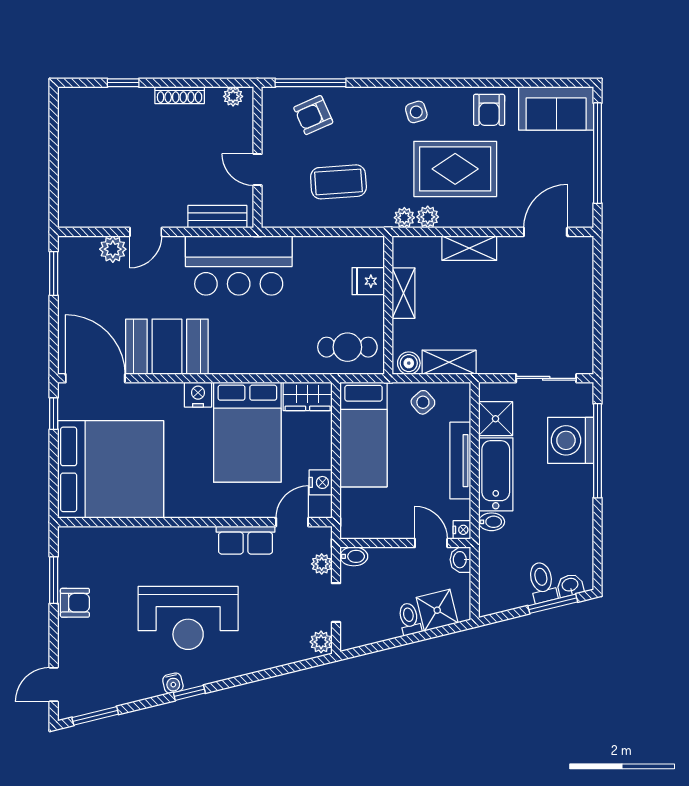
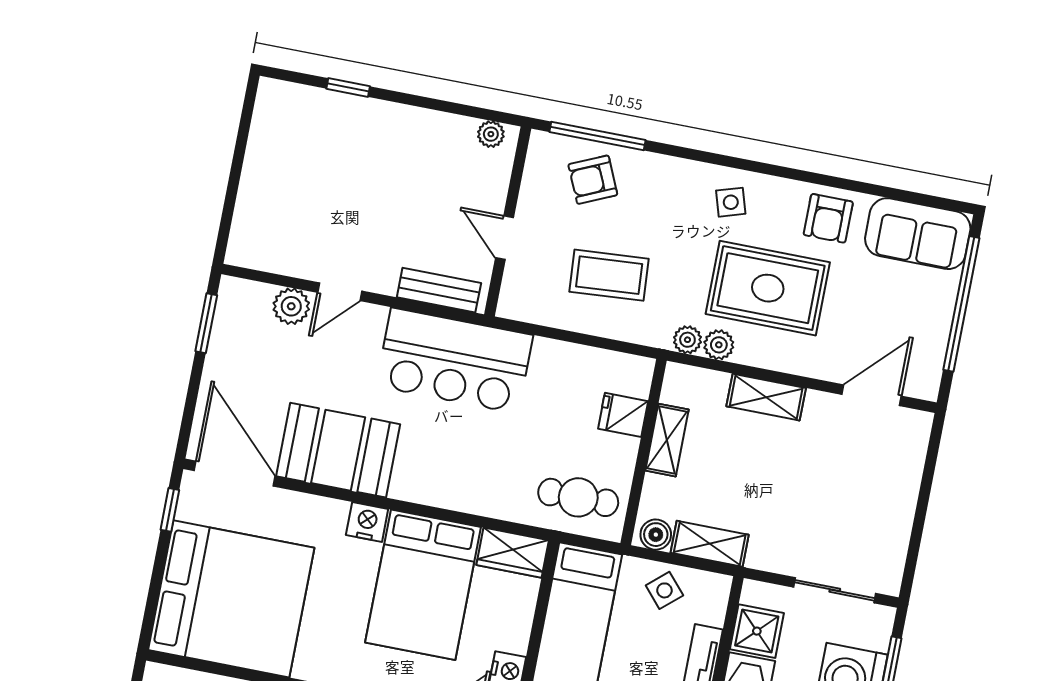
shoe rack: (180, 95) -> (420, 118), removed

